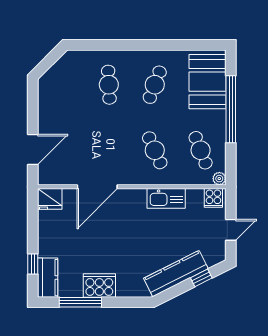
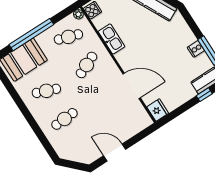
door: (33, 150) -> (115, 152), moved
cafe table: (201, 150) -> (68, 37), turned 39
cooker: (99, 286) -> (196, 49), width x0.53, depth x0.76

